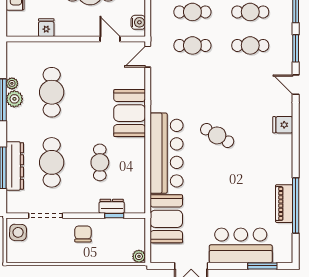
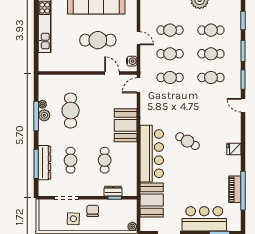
fridge: (46, 28) -> (67, 65), removed
fridge: (283, 125) -> (234, 149), moved
cafe table: (52, 162) -> (71, 160), width x0.73, depth x0.74
side table: (18, 232) -> (73, 219), moved

